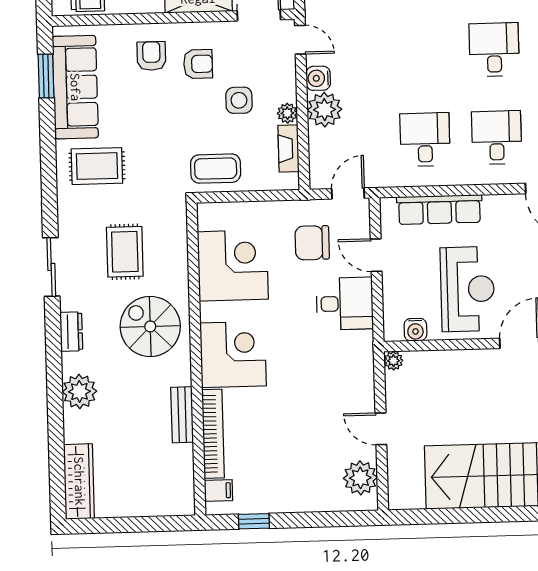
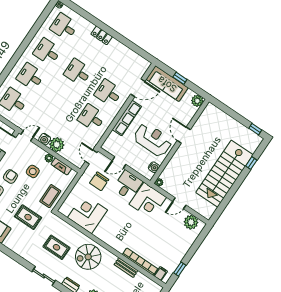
rug: (97, 166) -> (28, 217), moved, turned 90
row of seats: (439, 209) -> (127, 118), moved
corner desk: (233, 354) -> (148, 201), moved, turned 180

